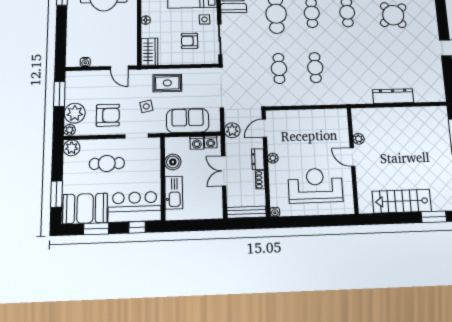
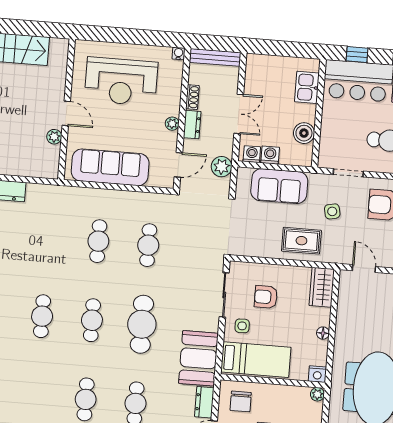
armchair: (189, 41) -> (266, 297), turned 180
sofa: (314, 121) -> (110, 167), added
kitchen sink: (174, 193) -> (307, 87), width x0.73

